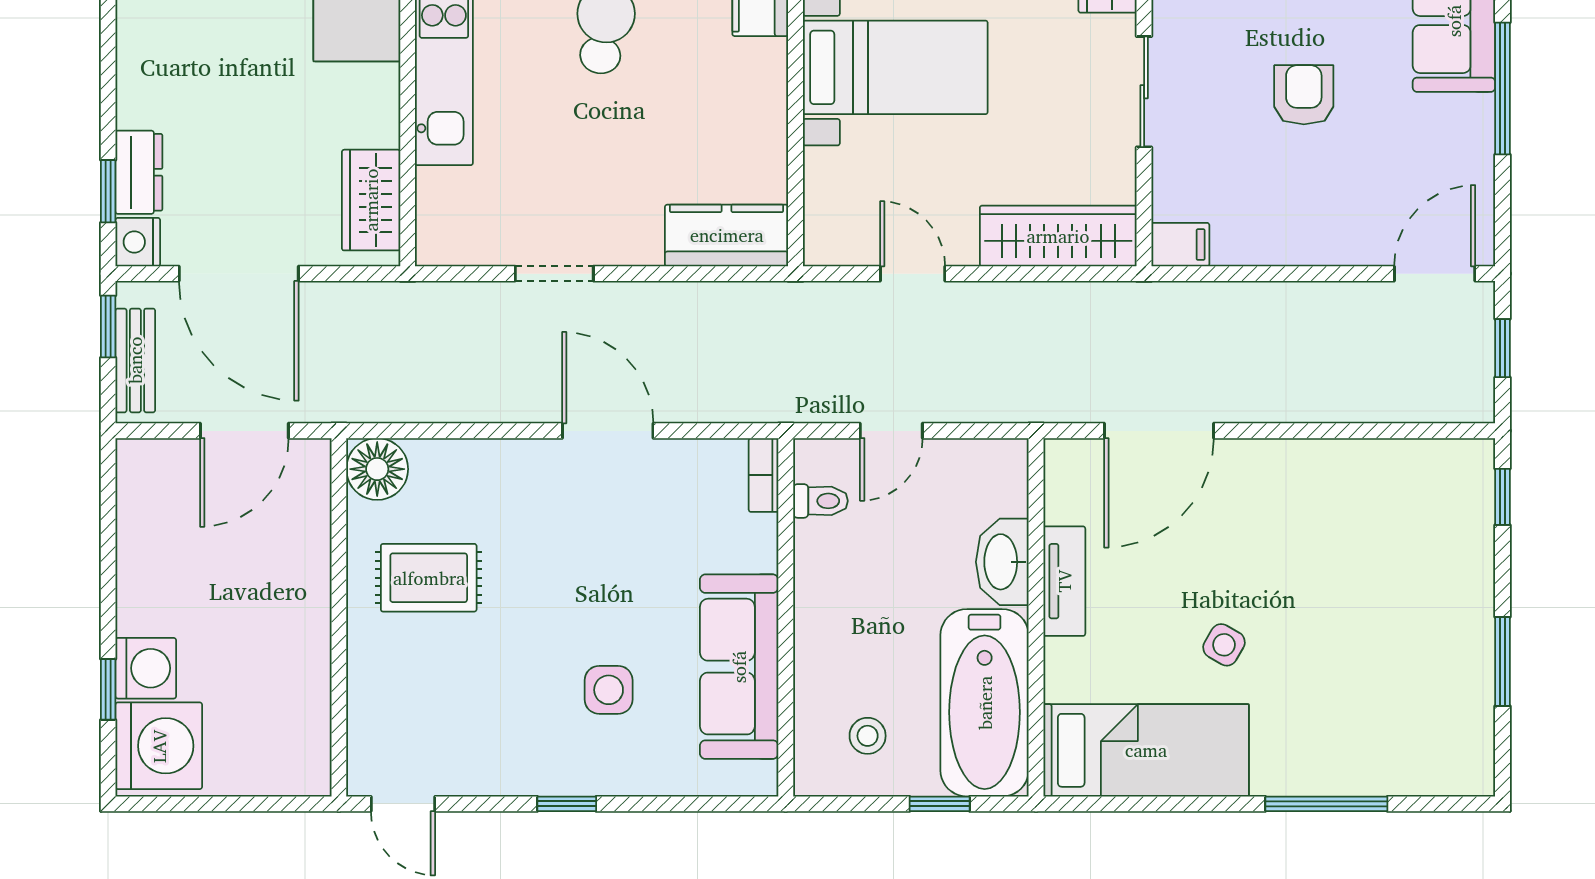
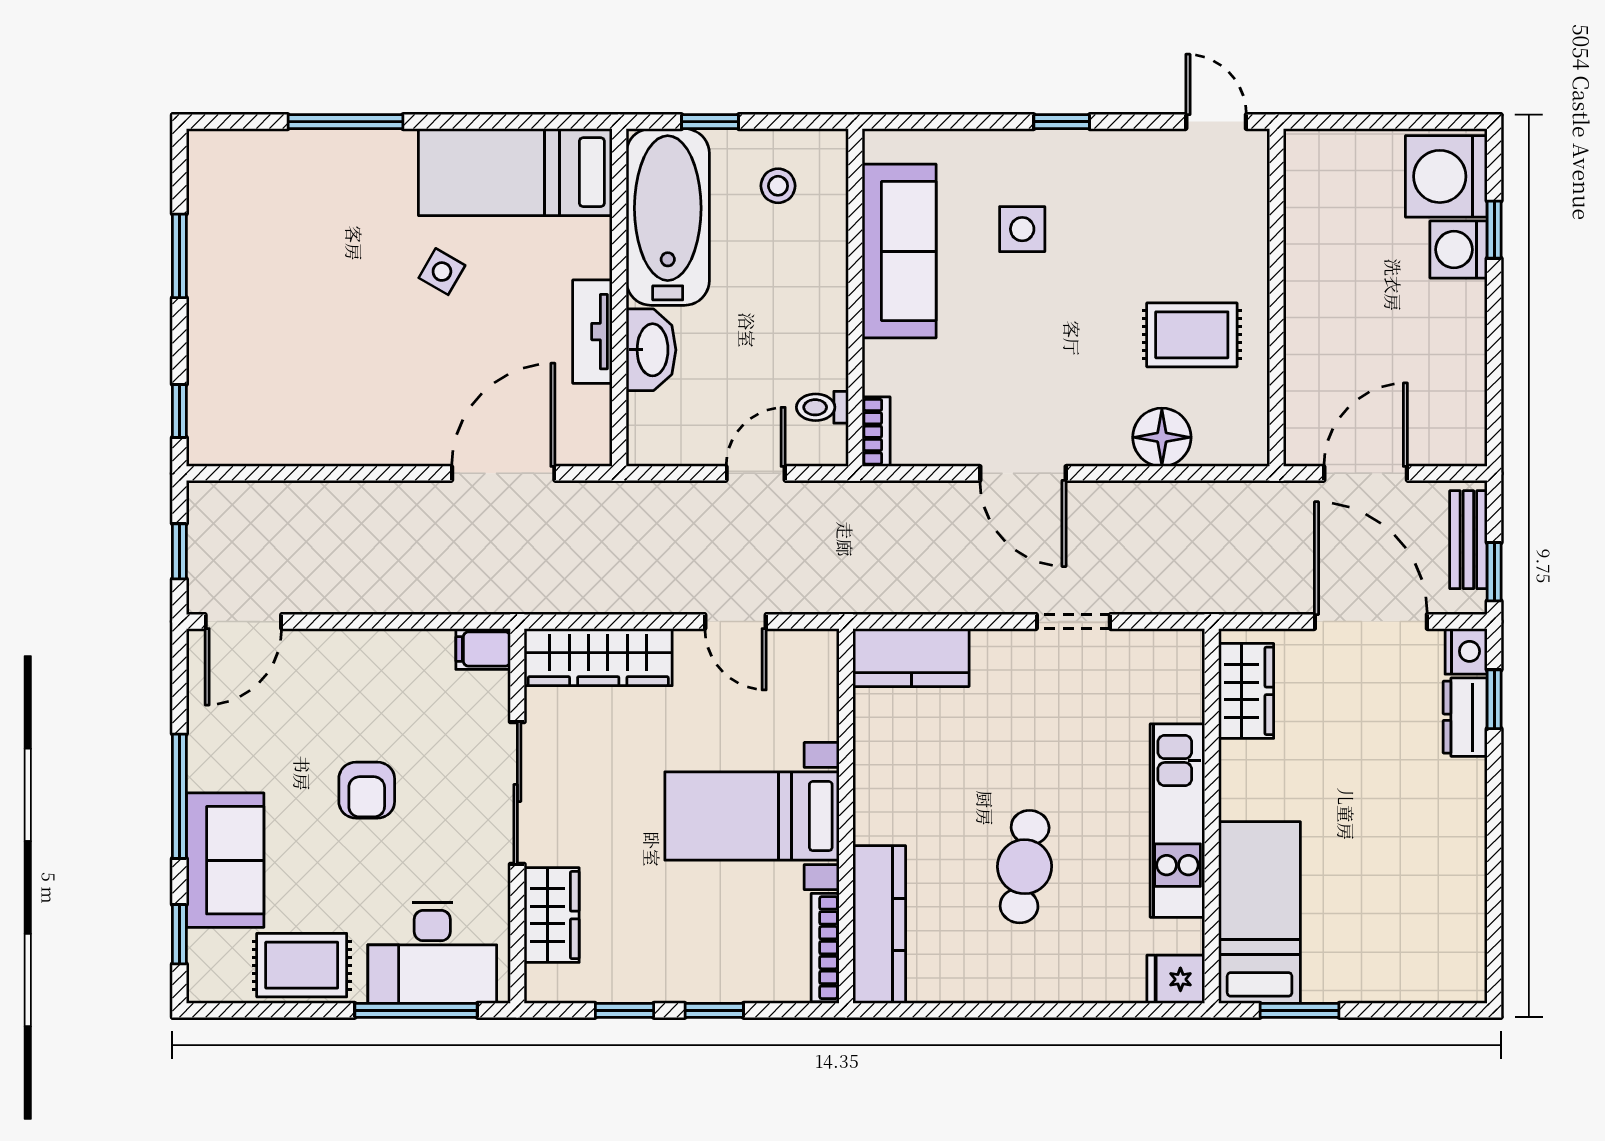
sliding door: (1144, 92) -> (517, 793), width x1.37
floor lamp: (377, 469) -> (1162, 437), moved

